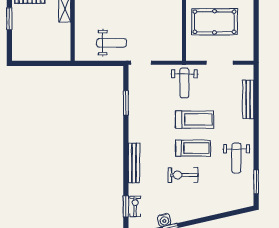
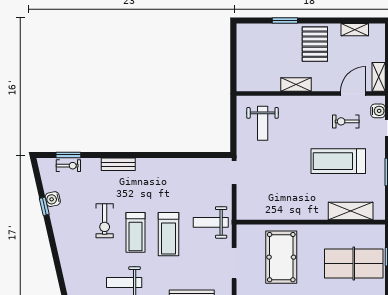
weight bench: (112, 43) -> (263, 123), moved
window: (126, 103) -> (188, 155), removed
bench: (134, 163) -> (118, 164), width x0.73
exercise bike: (183, 175) -> (105, 221), turned 180

